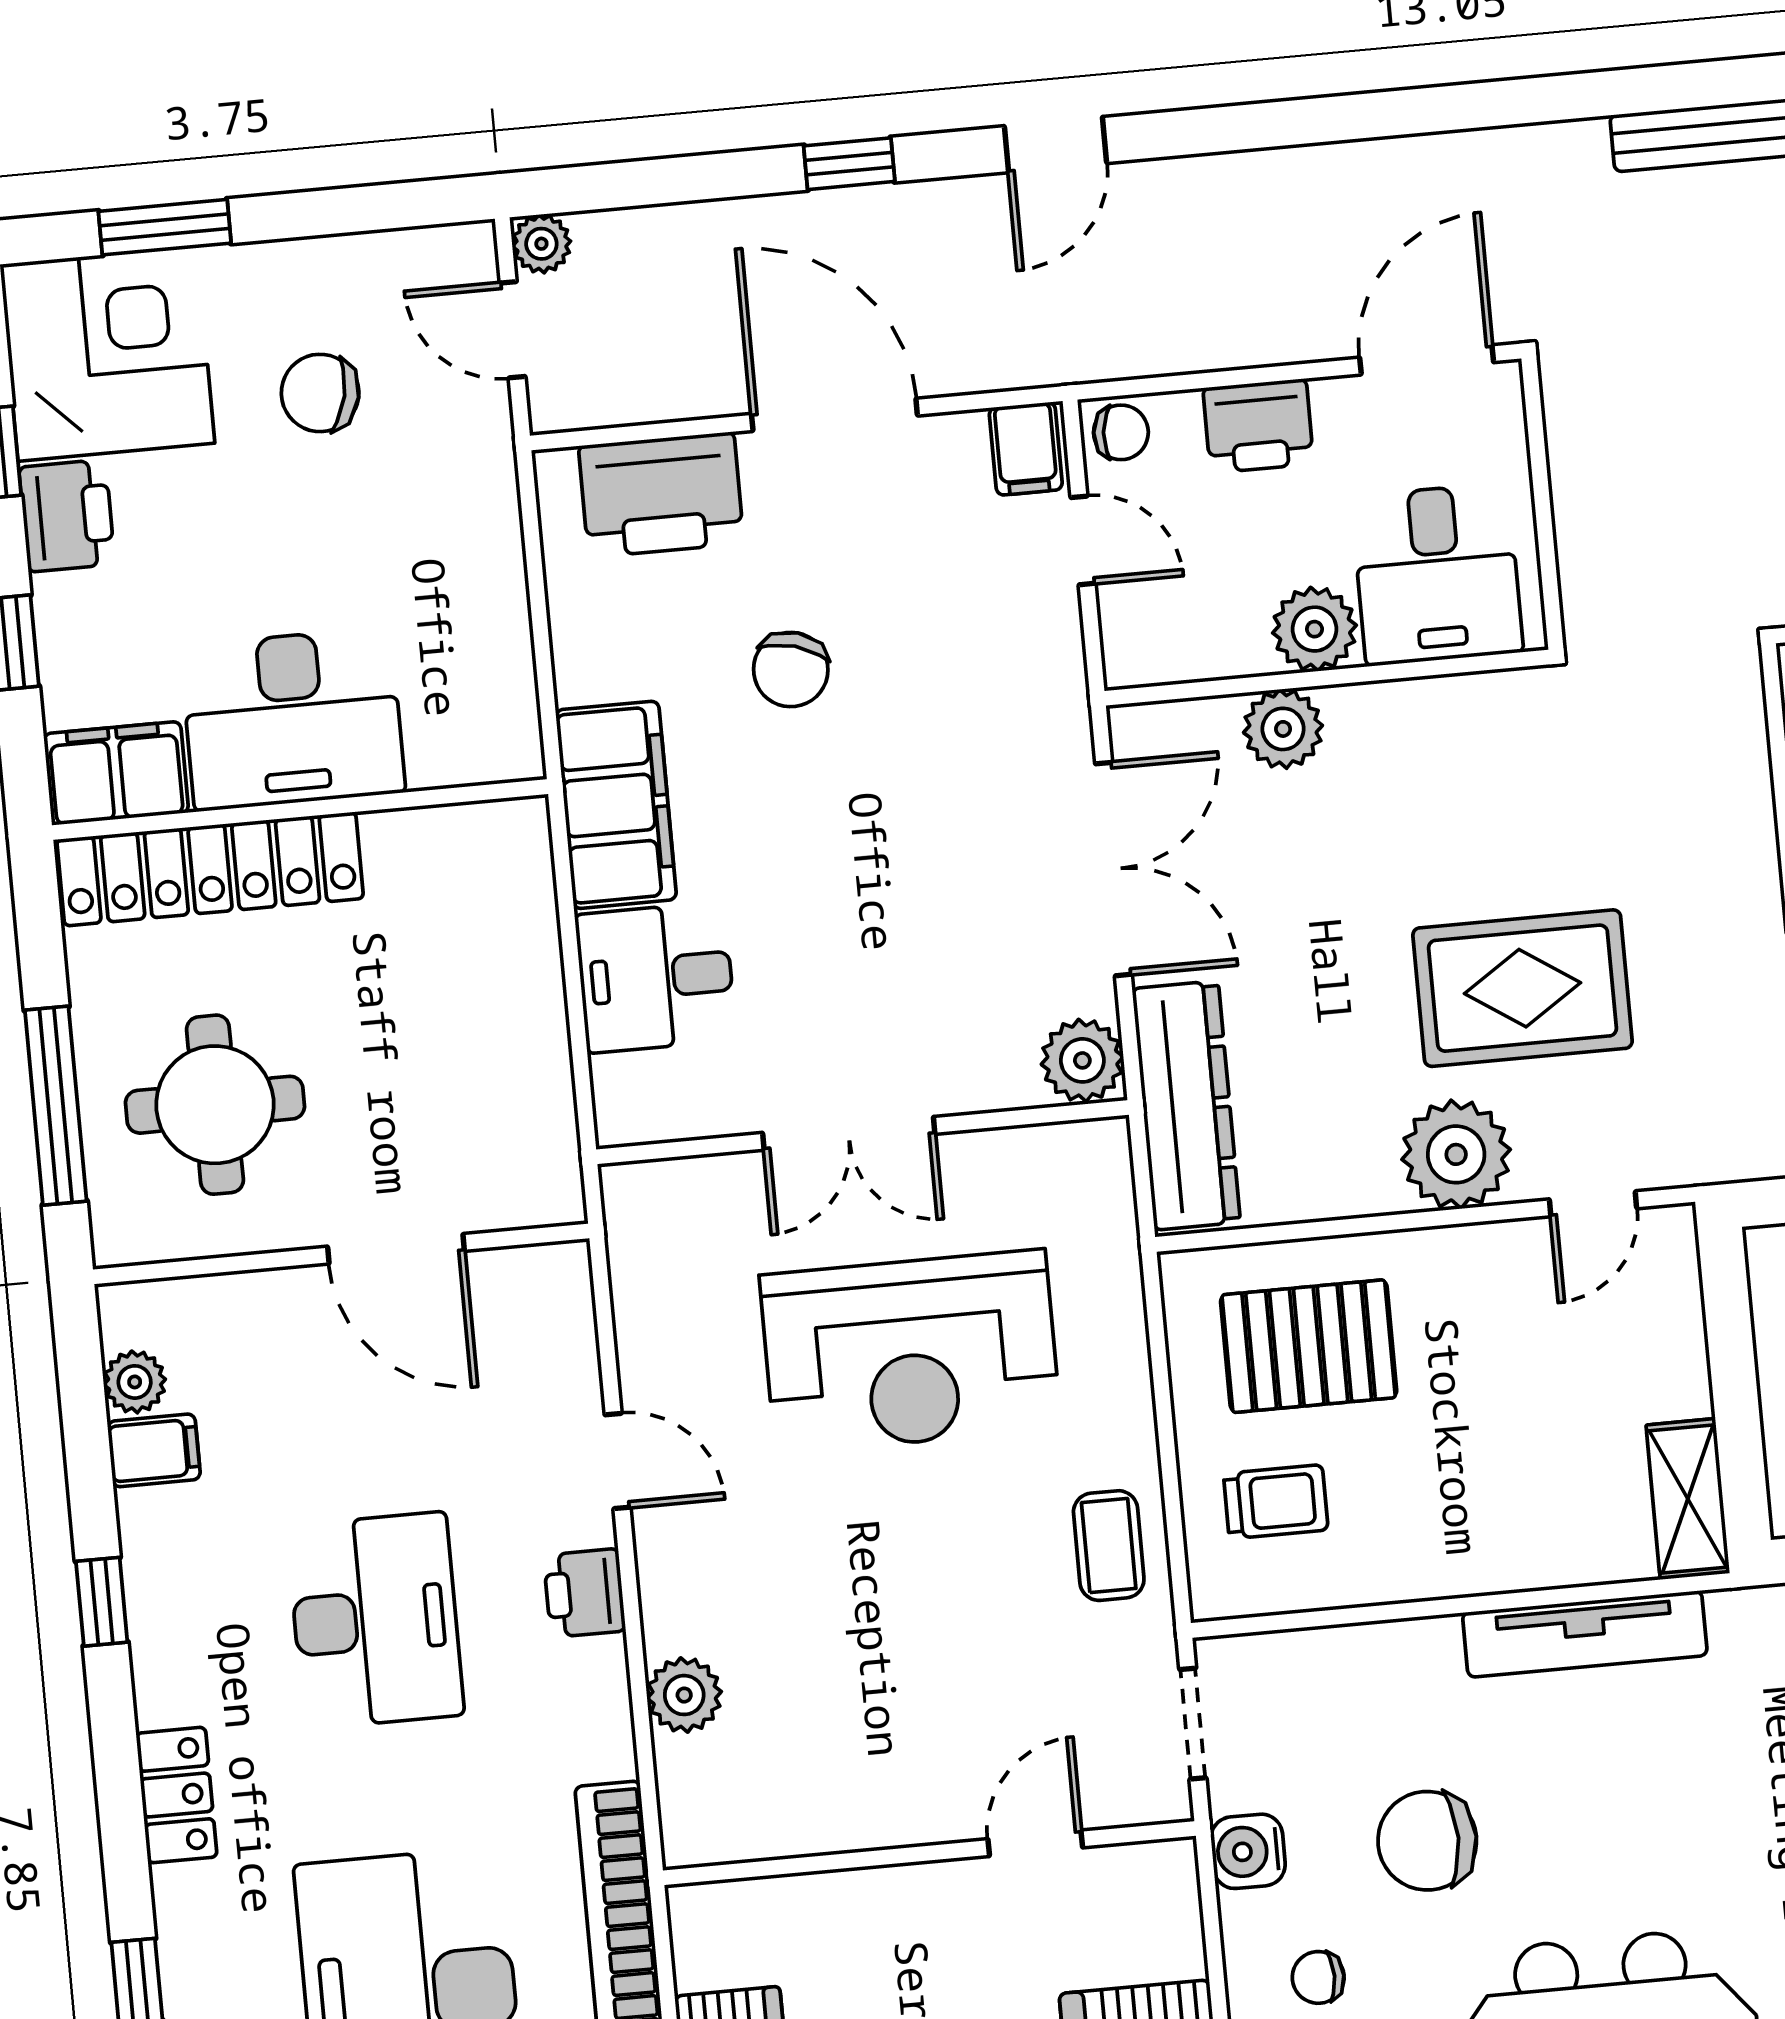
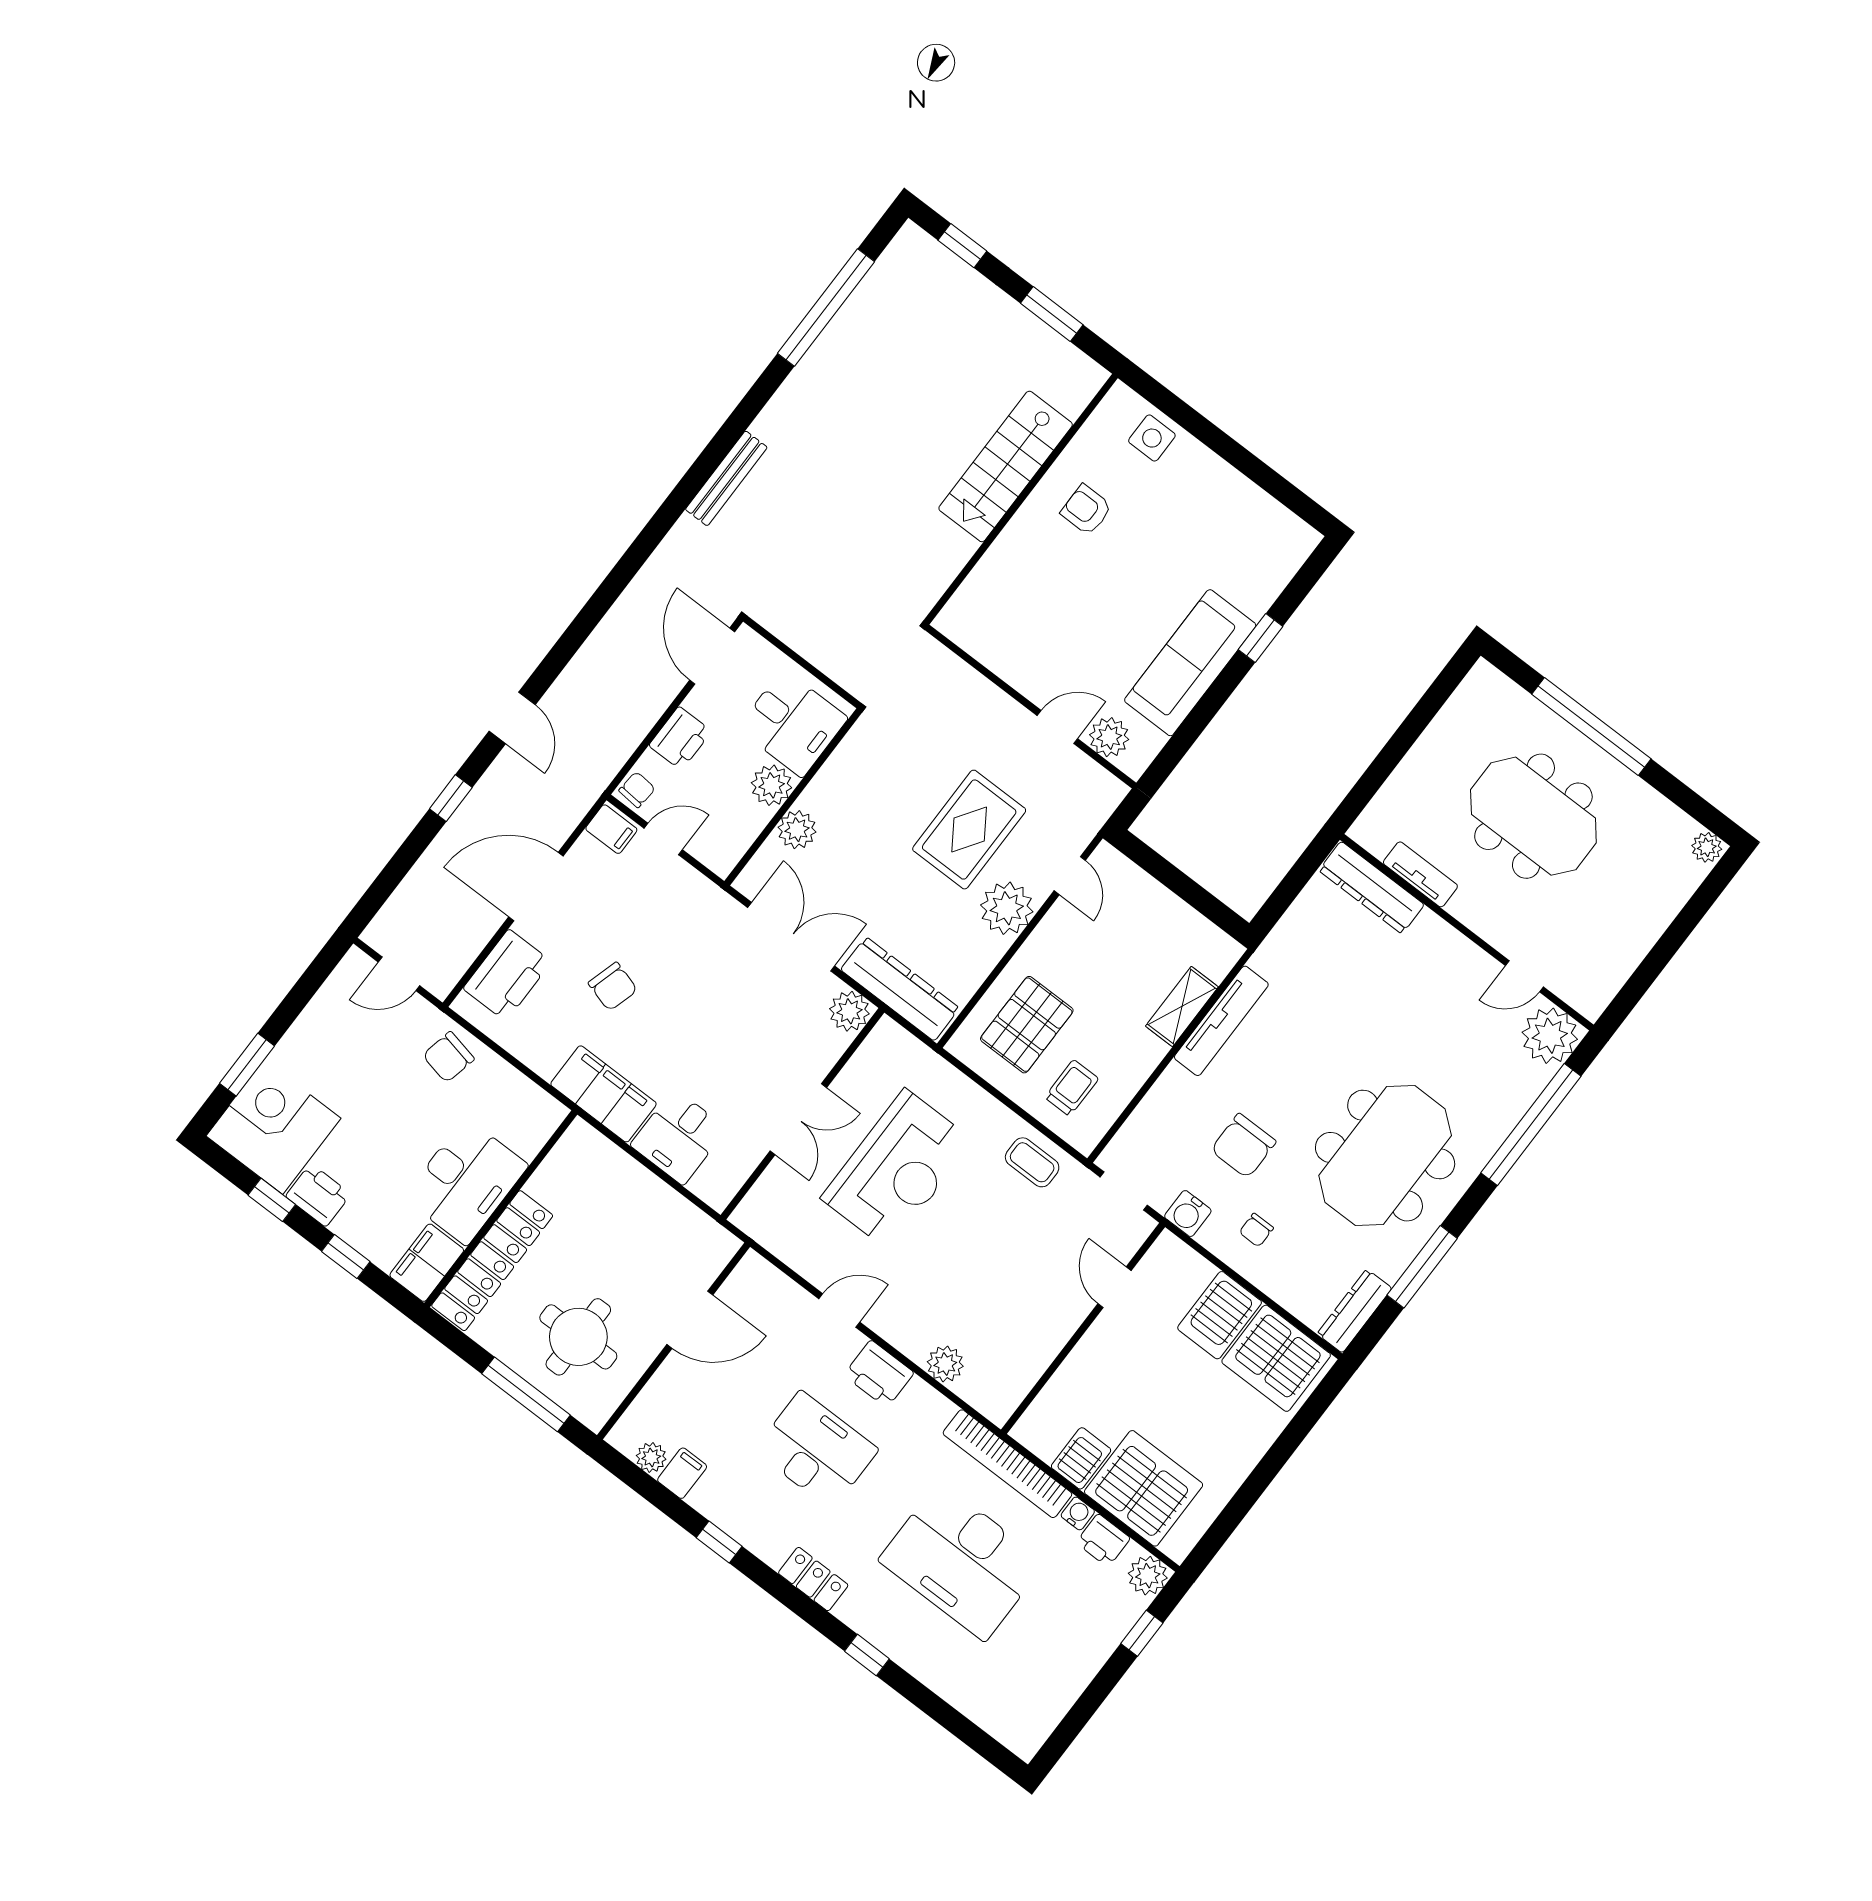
plant: (541, 244) -> (378, 935), removed
chair: (320, 393) -> (448, 1057), moved
shelving: (1688, 1499) -> (1182, 1006), moved, turned 90
printer: (585, 1593) -> (879, 1374), width x1.36, depth x1.24

